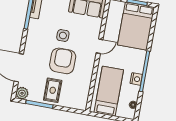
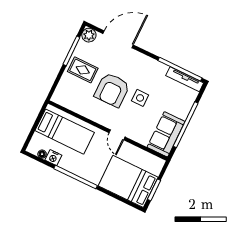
armchair: (63, 61) -> (112, 90), turned 90
nightstand: (136, 79) -> (53, 158), moved

